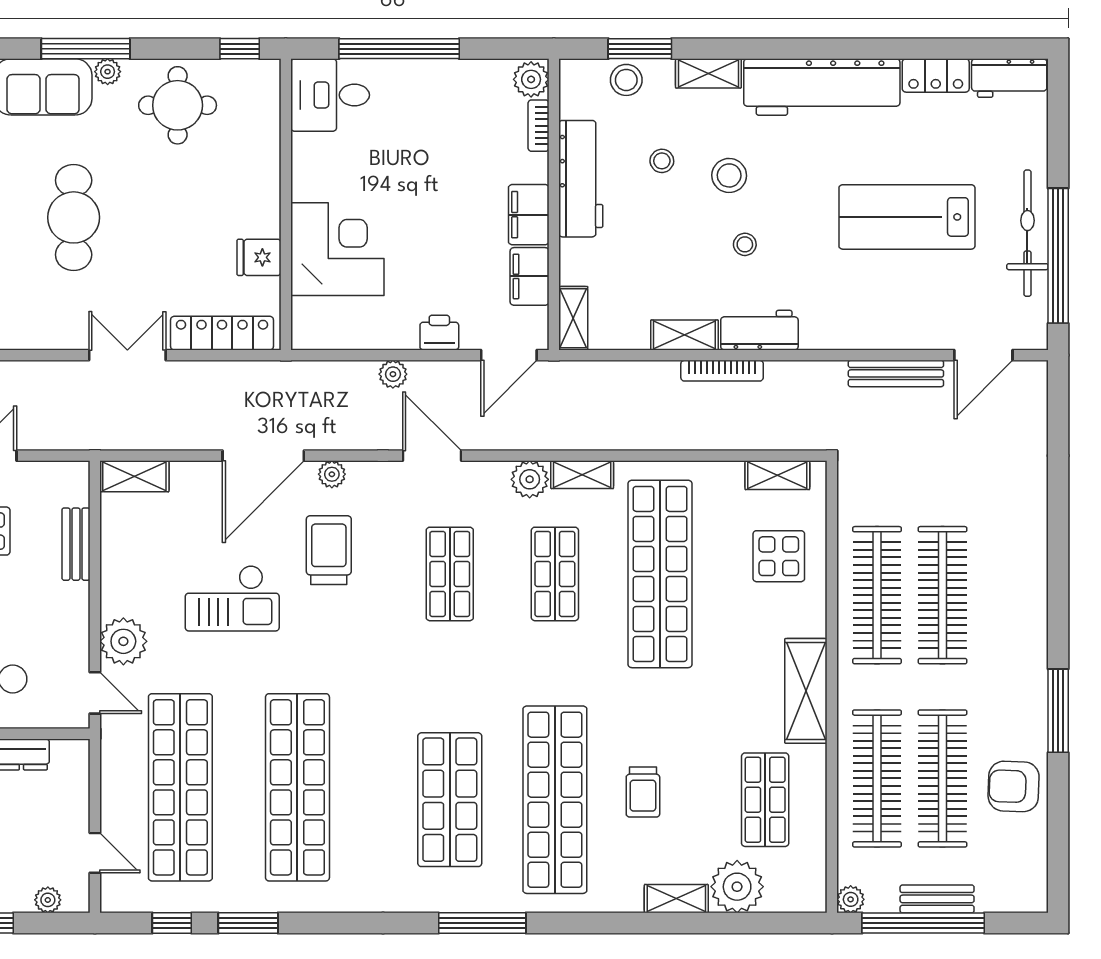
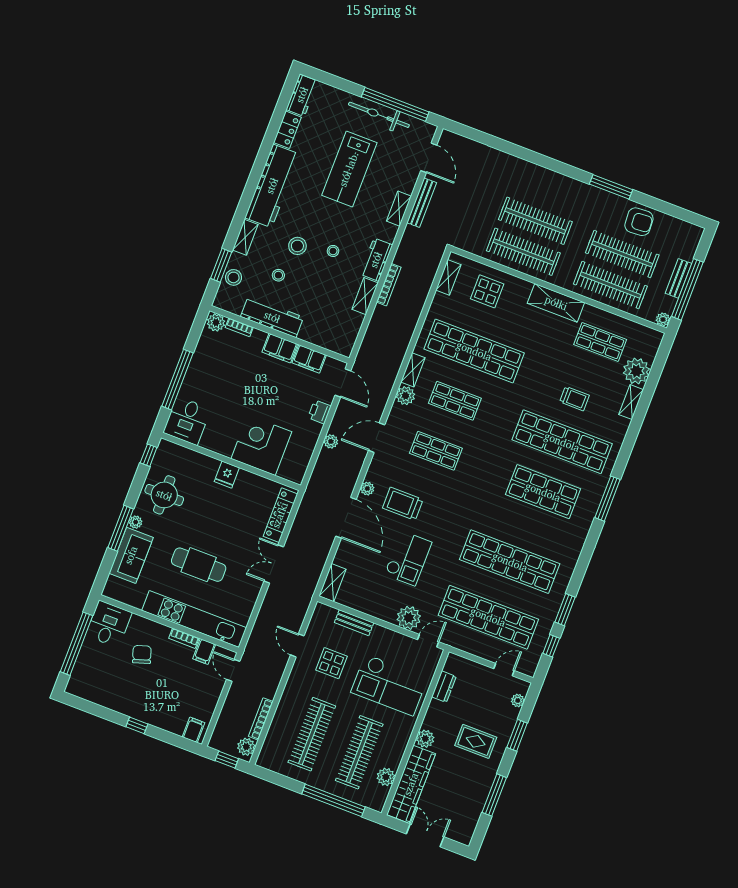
fridge: (259, 257) -> (227, 475), moved
shelving: (573, 318) -> (399, 209), moved, turned 90
armchair: (1014, 786) -> (639, 222), turned -96

